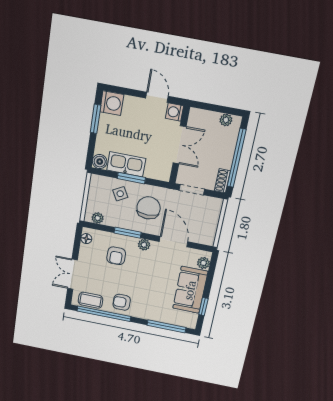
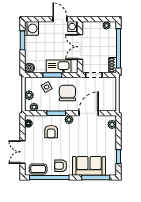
double door: (180, 145) -> (80, 47), swing flipped
kitchen sink: (126, 164) -> (59, 66), moved
plant: (93, 200) -> (29, 95), added
door: (173, 242) -> (89, 113), hinge flipped
sofa: (190, 290) -> (89, 166), moved, turned 90

